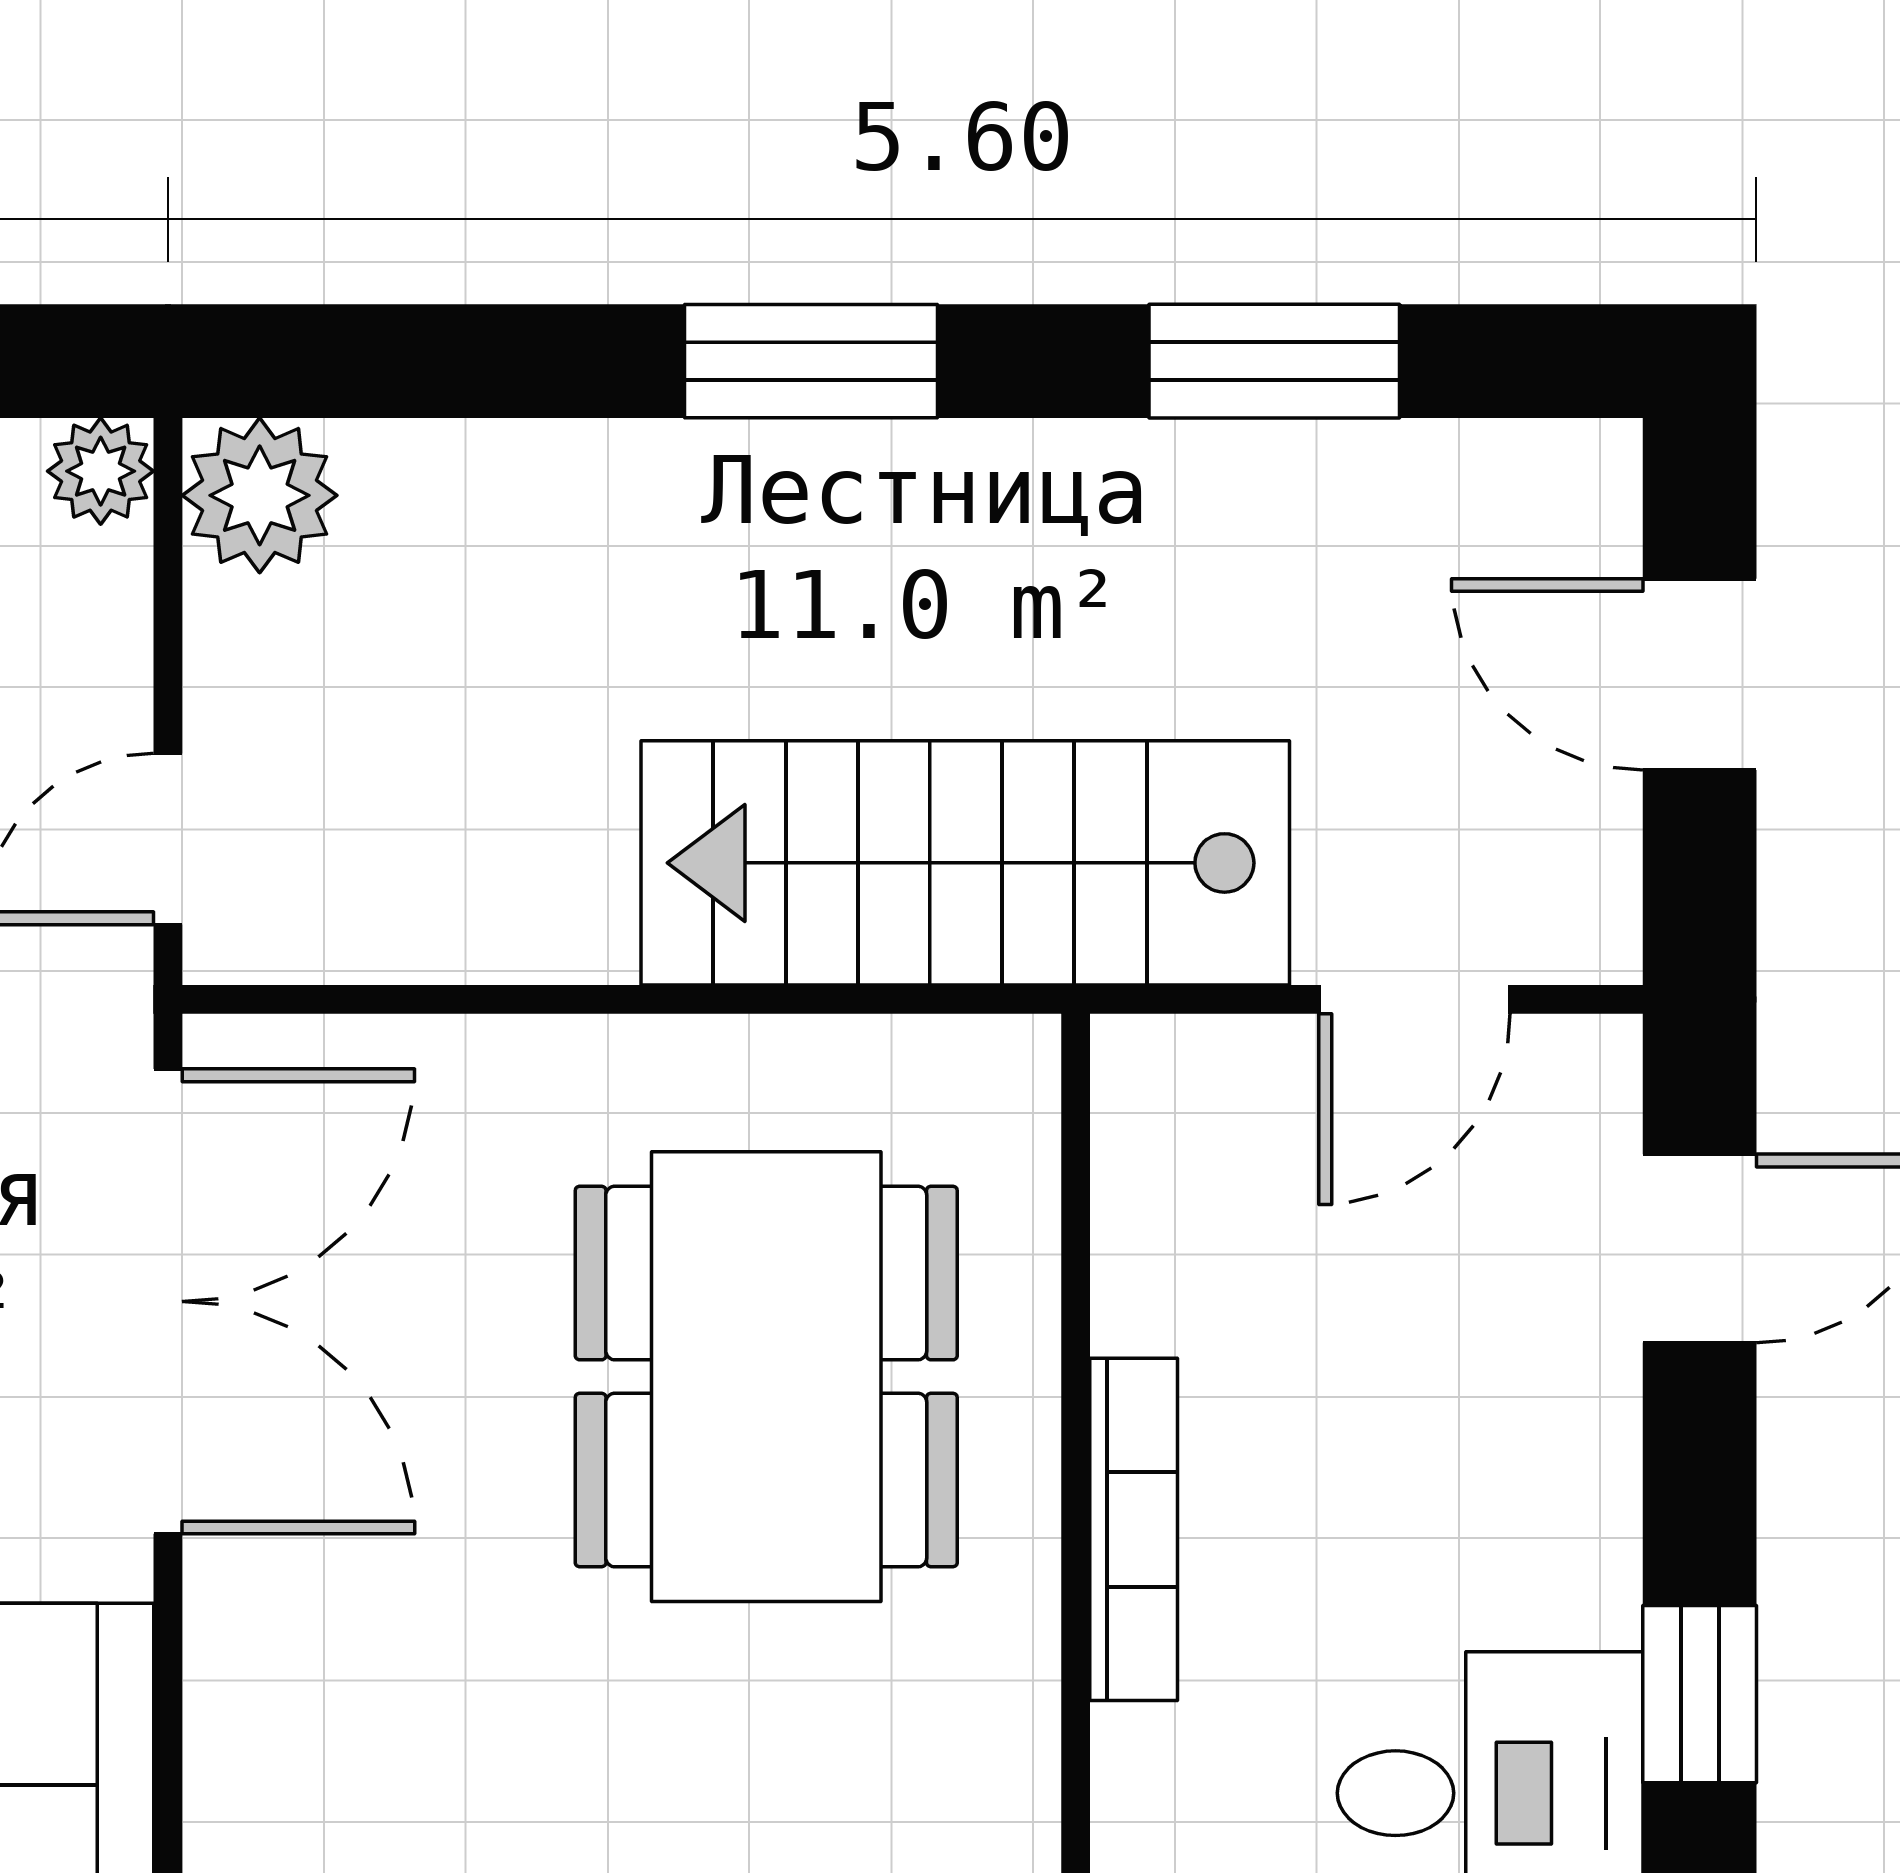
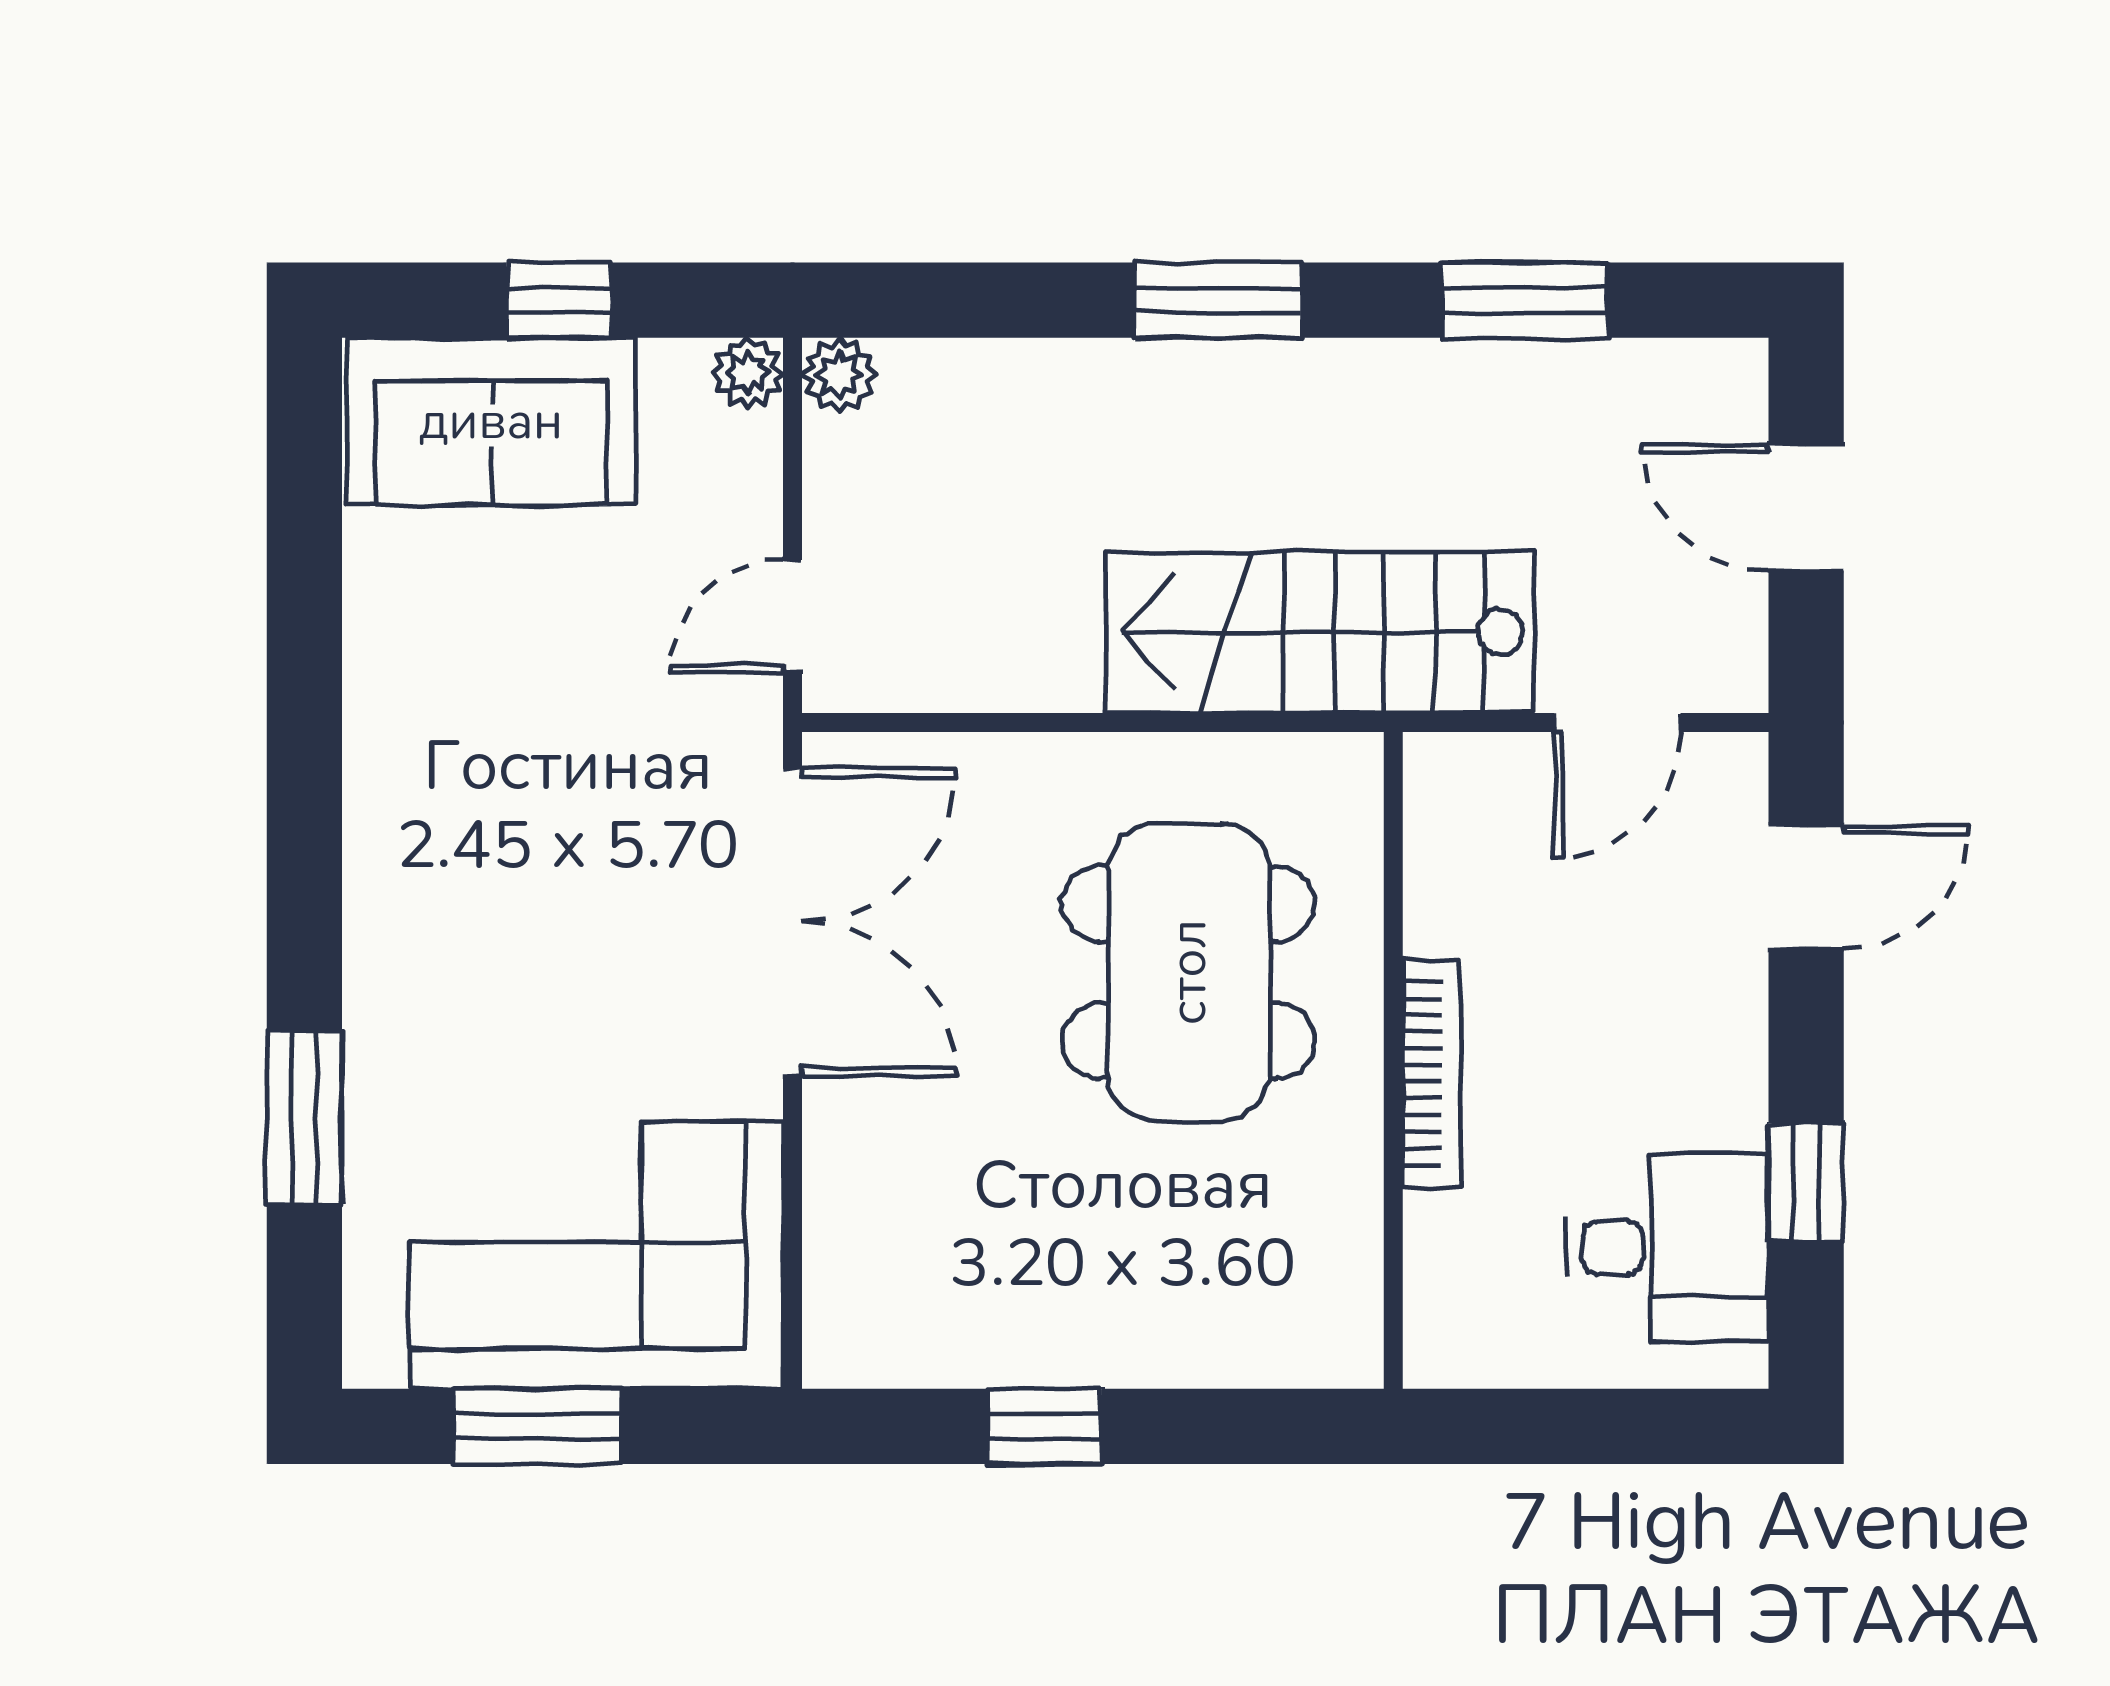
plant: (260, 495) -> (839, 375), width x0.73, depth x0.73

